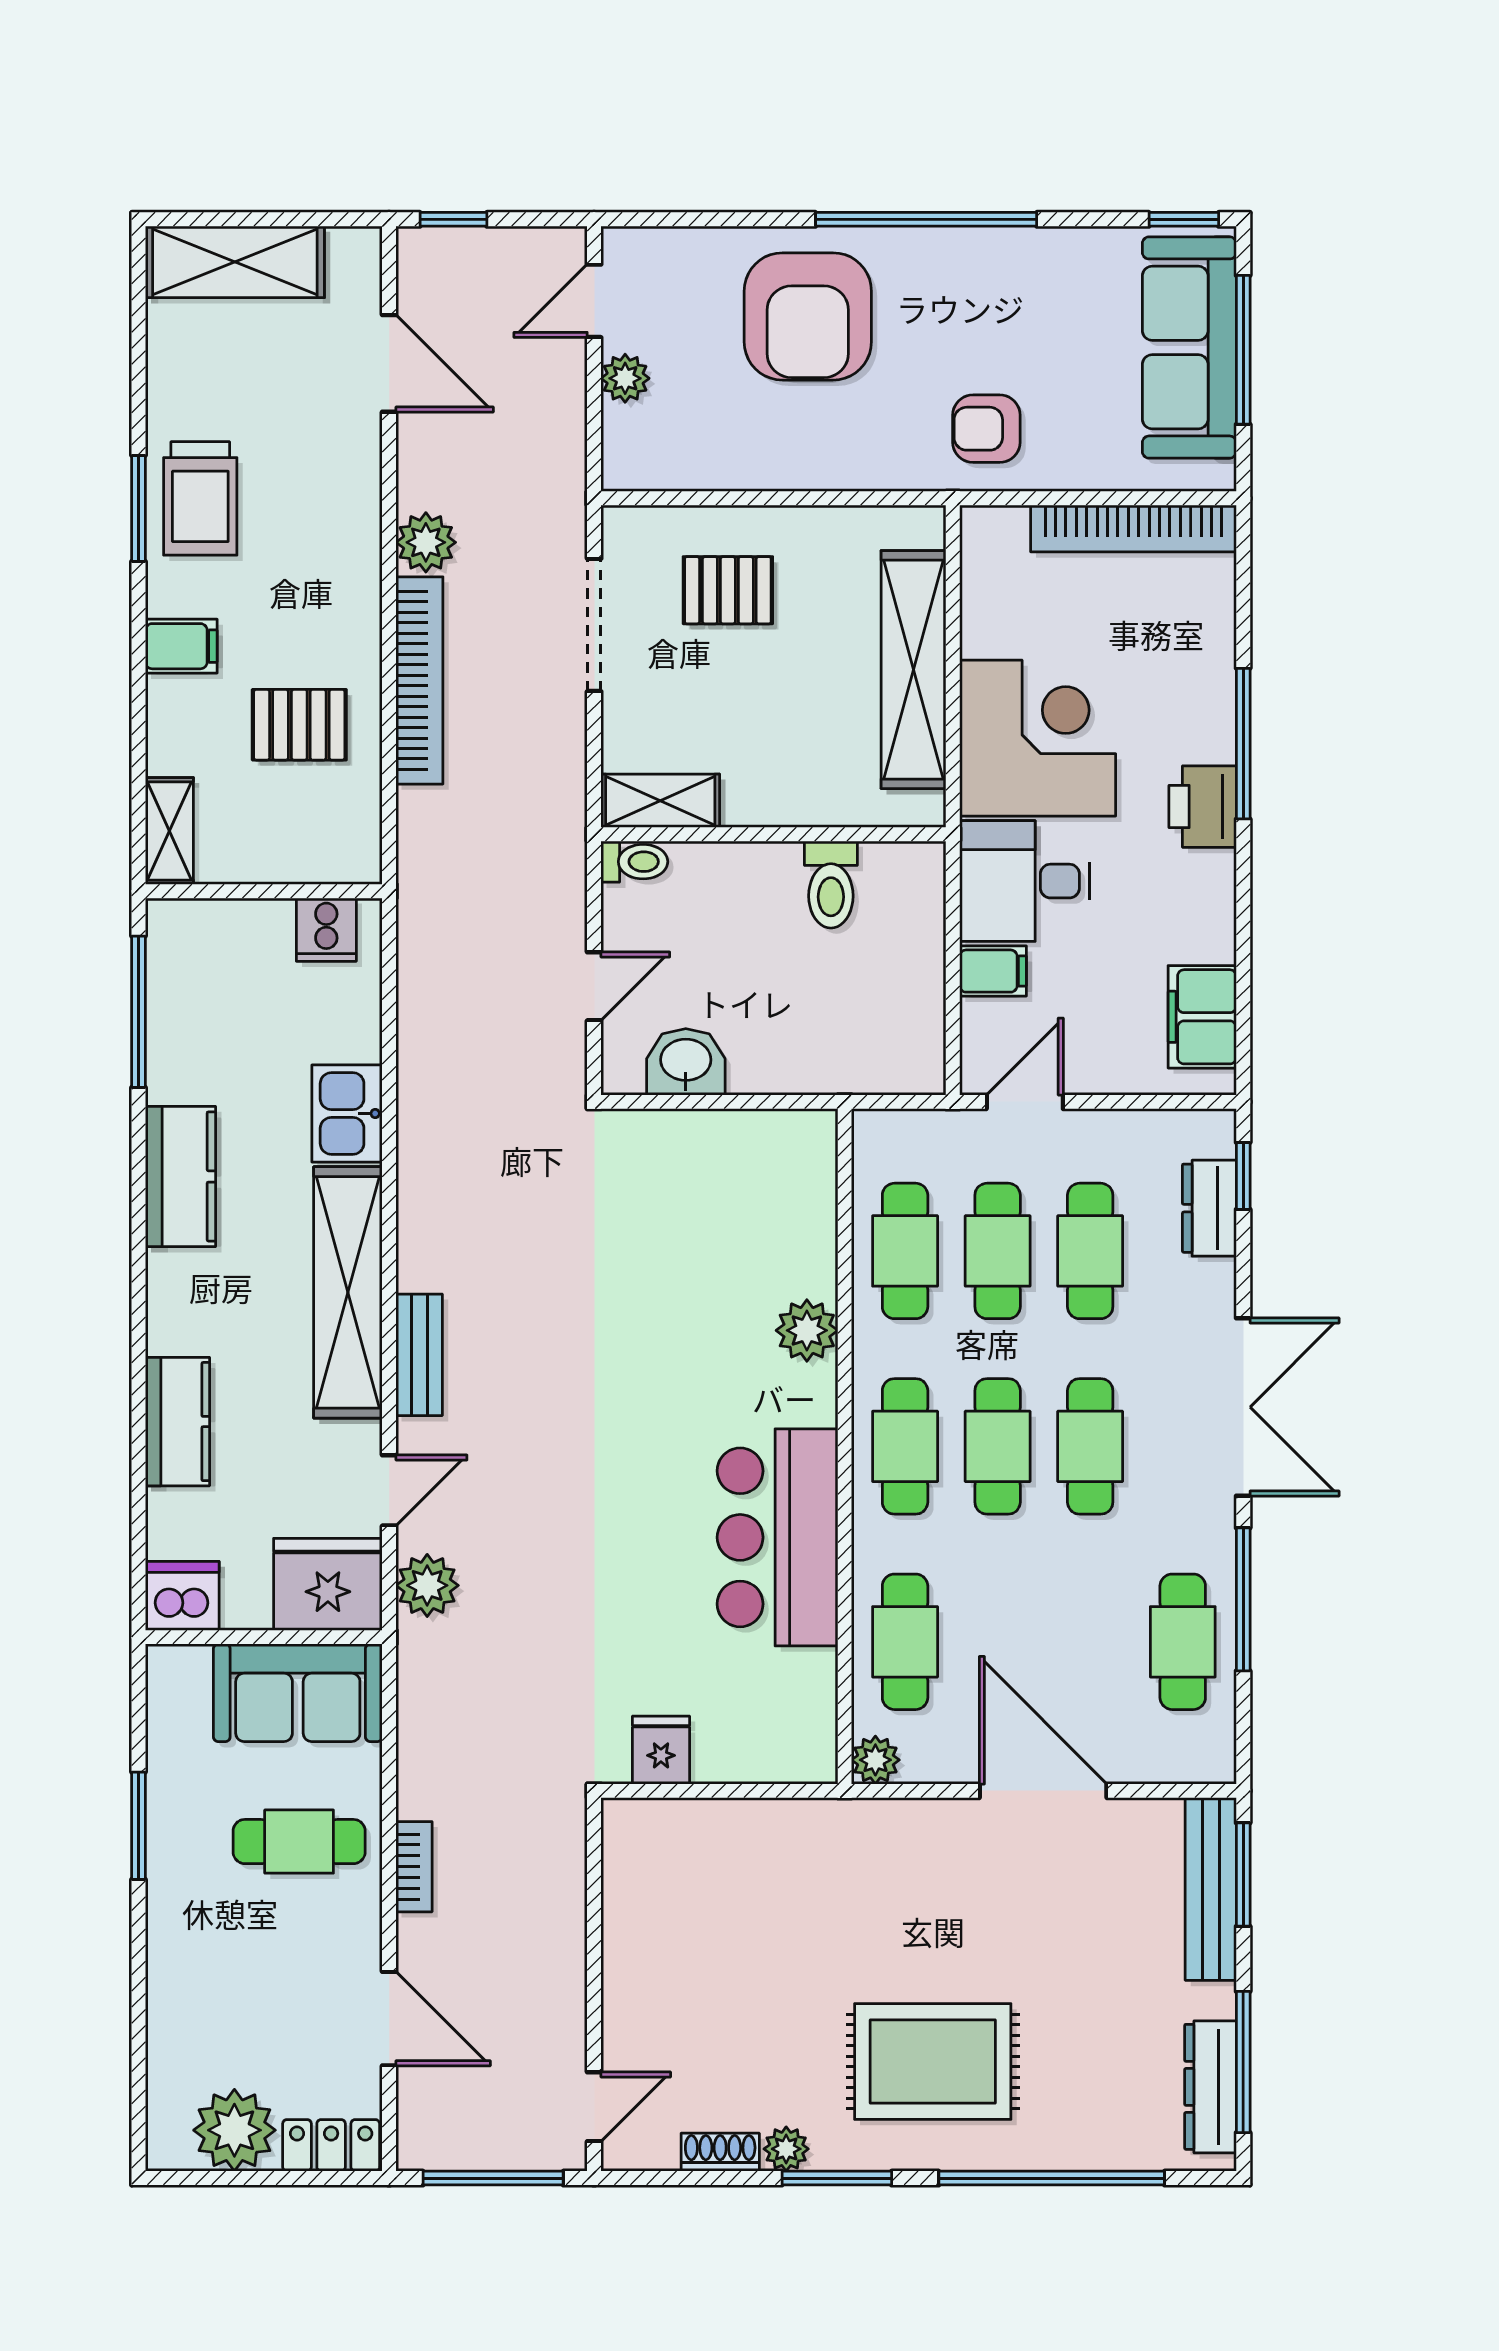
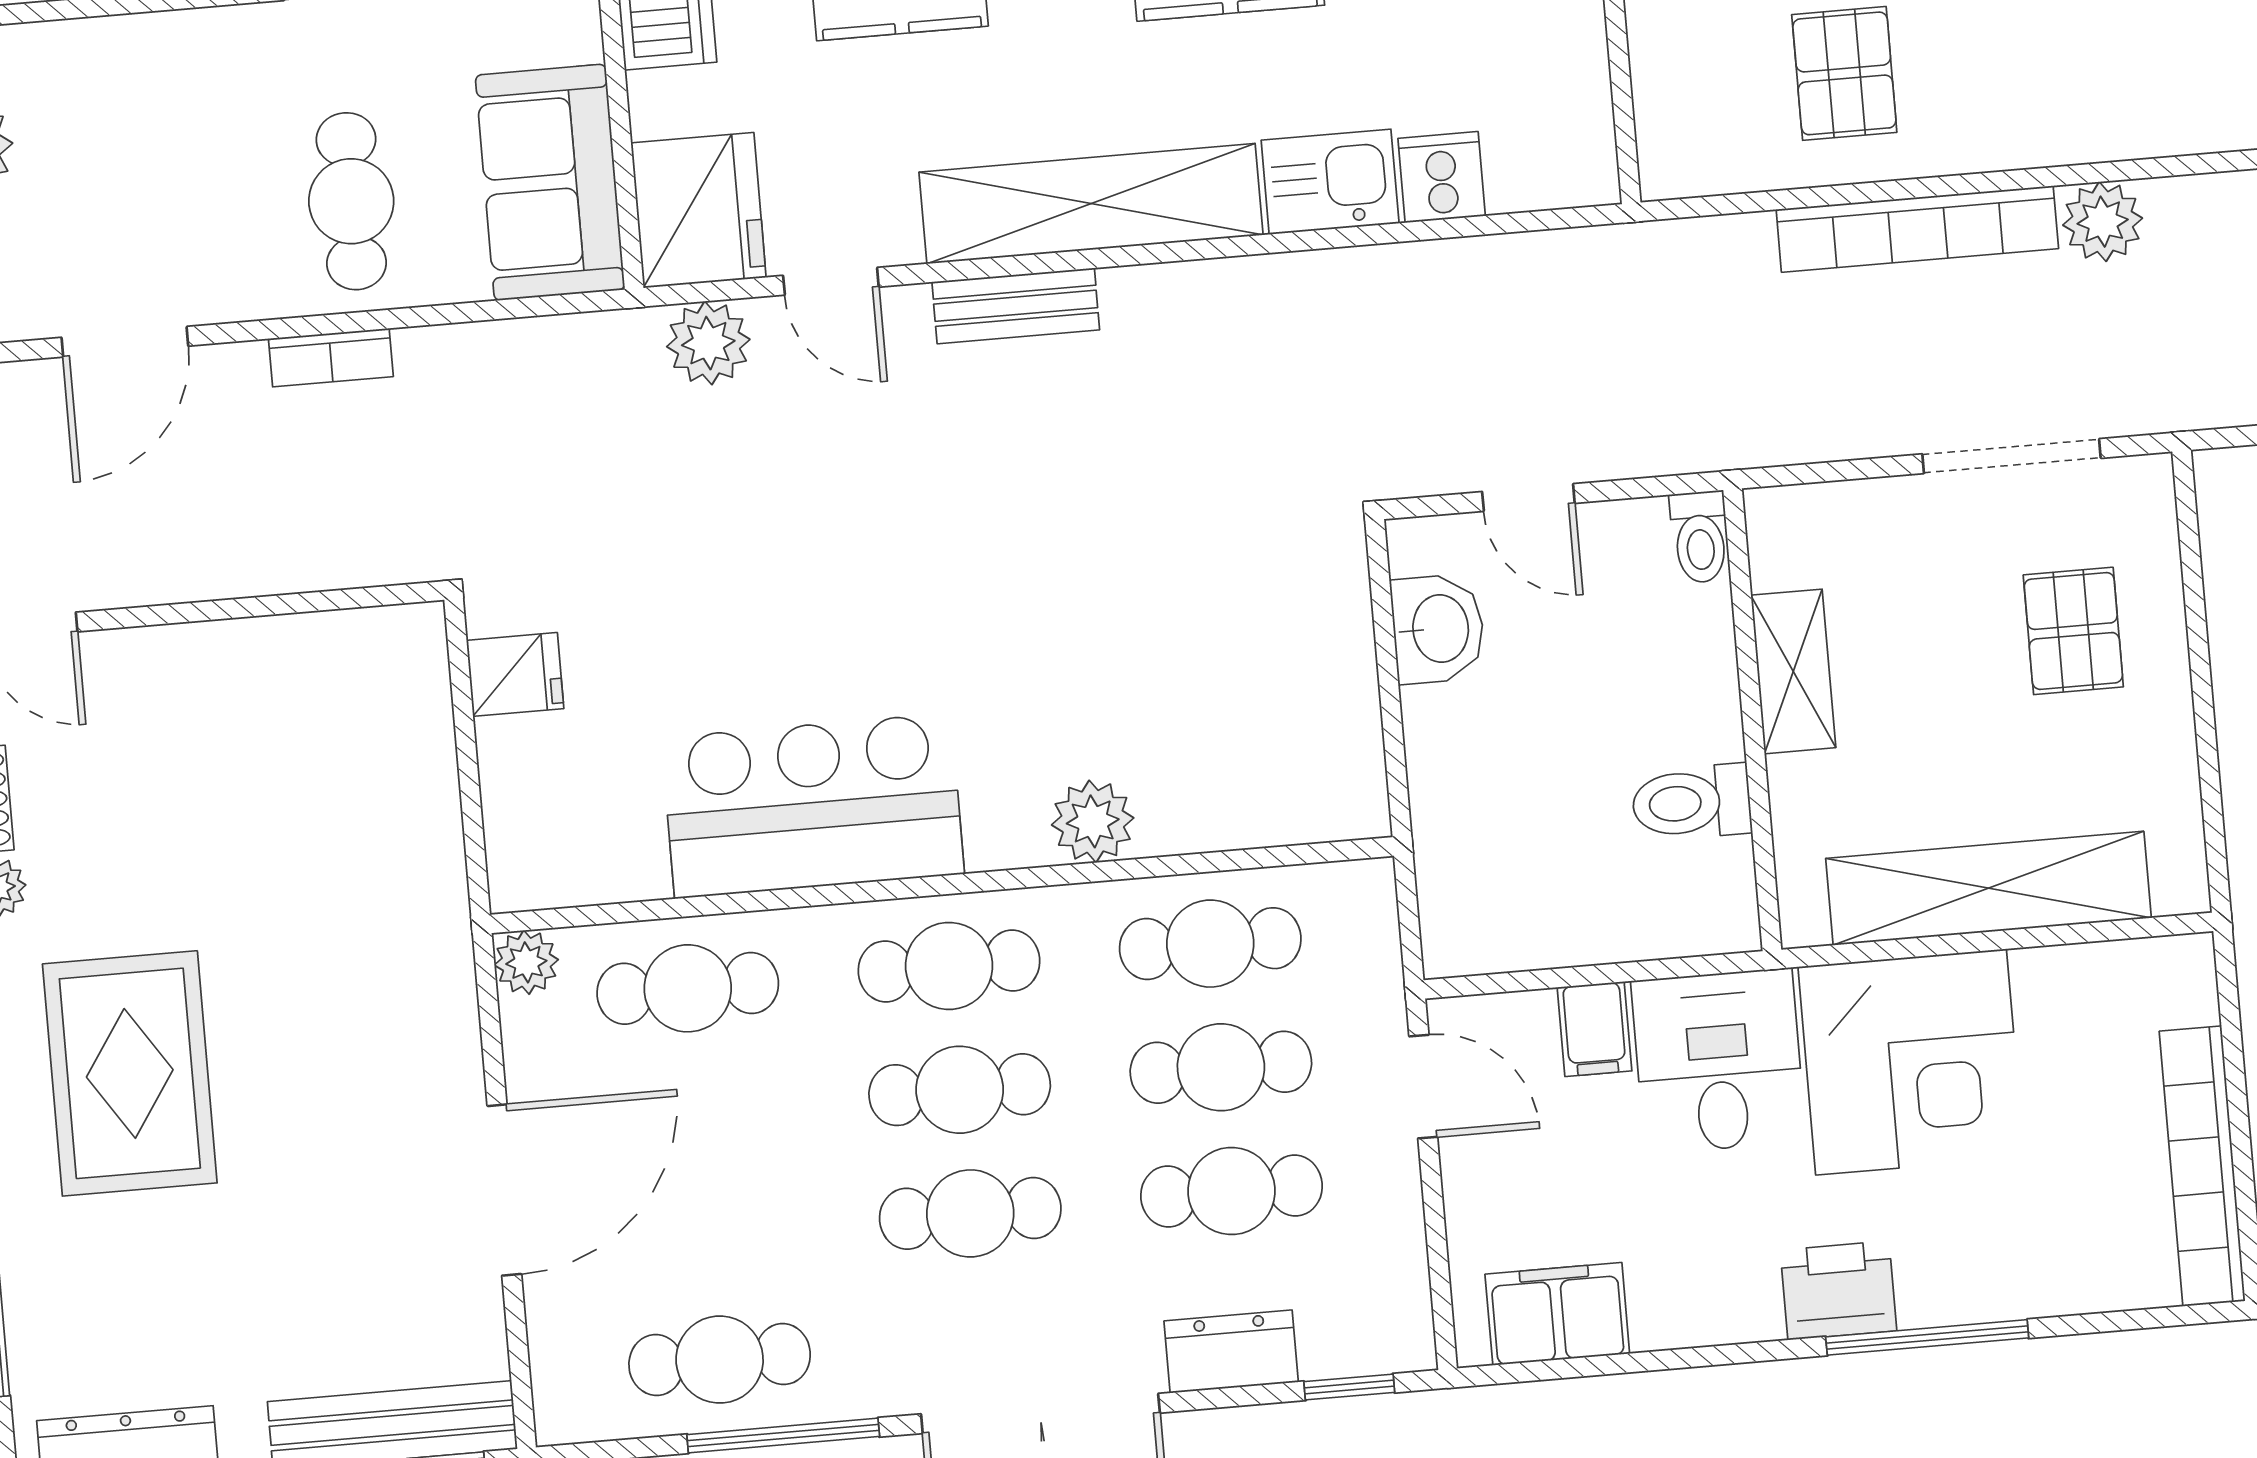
shelving: (660, 801) -> (1793, 671), moved
cooker: (326, 930) -> (1442, 177), moved, turned 90
dresser: (1209, 1208) -> (1231, 1352), moved

